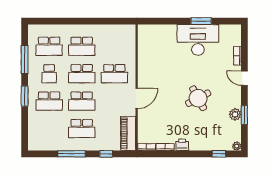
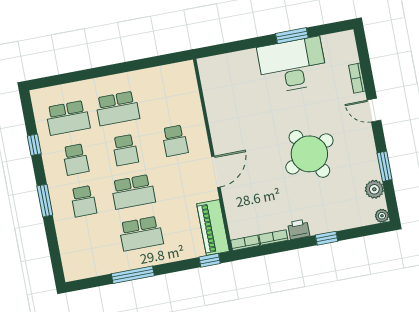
window: (25, 59) -> (34, 145), width x0.46
school desk: (82, 74) -> (125, 150), width x0.54
school desk: (114, 74) -> (175, 141), width x0.54
round table: (198, 98) -> (309, 154), width x1.36, depth x1.36
school desk: (49, 101) -> (84, 201), width x0.54
plant: (235, 114) -> (374, 189), moved
window: (106, 154) -> (210, 260), moved
window: (219, 154) -> (327, 238), moved

